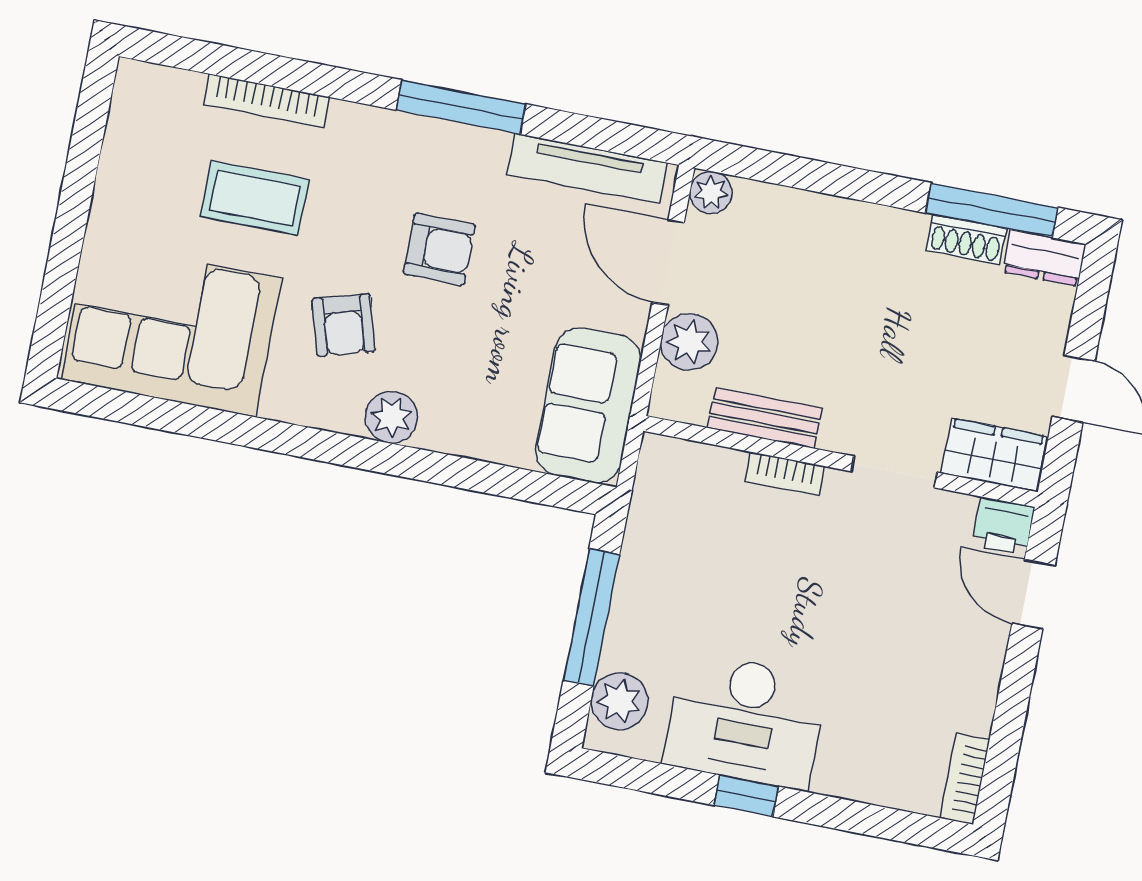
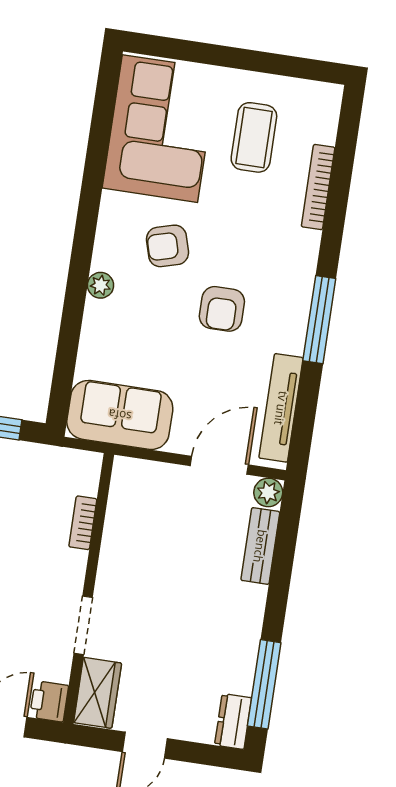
coffee table: (255, 198) -> (254, 137), moved
shoe rack: (966, 239) -> (244, 668), removed
plant: (689, 342) -> (166, 482), removed
plant: (391, 417) -> (101, 285), width x0.73, depth x0.73
bench: (765, 418) -> (260, 546), moved
bookcase: (785, 474) -> (83, 523), moved

